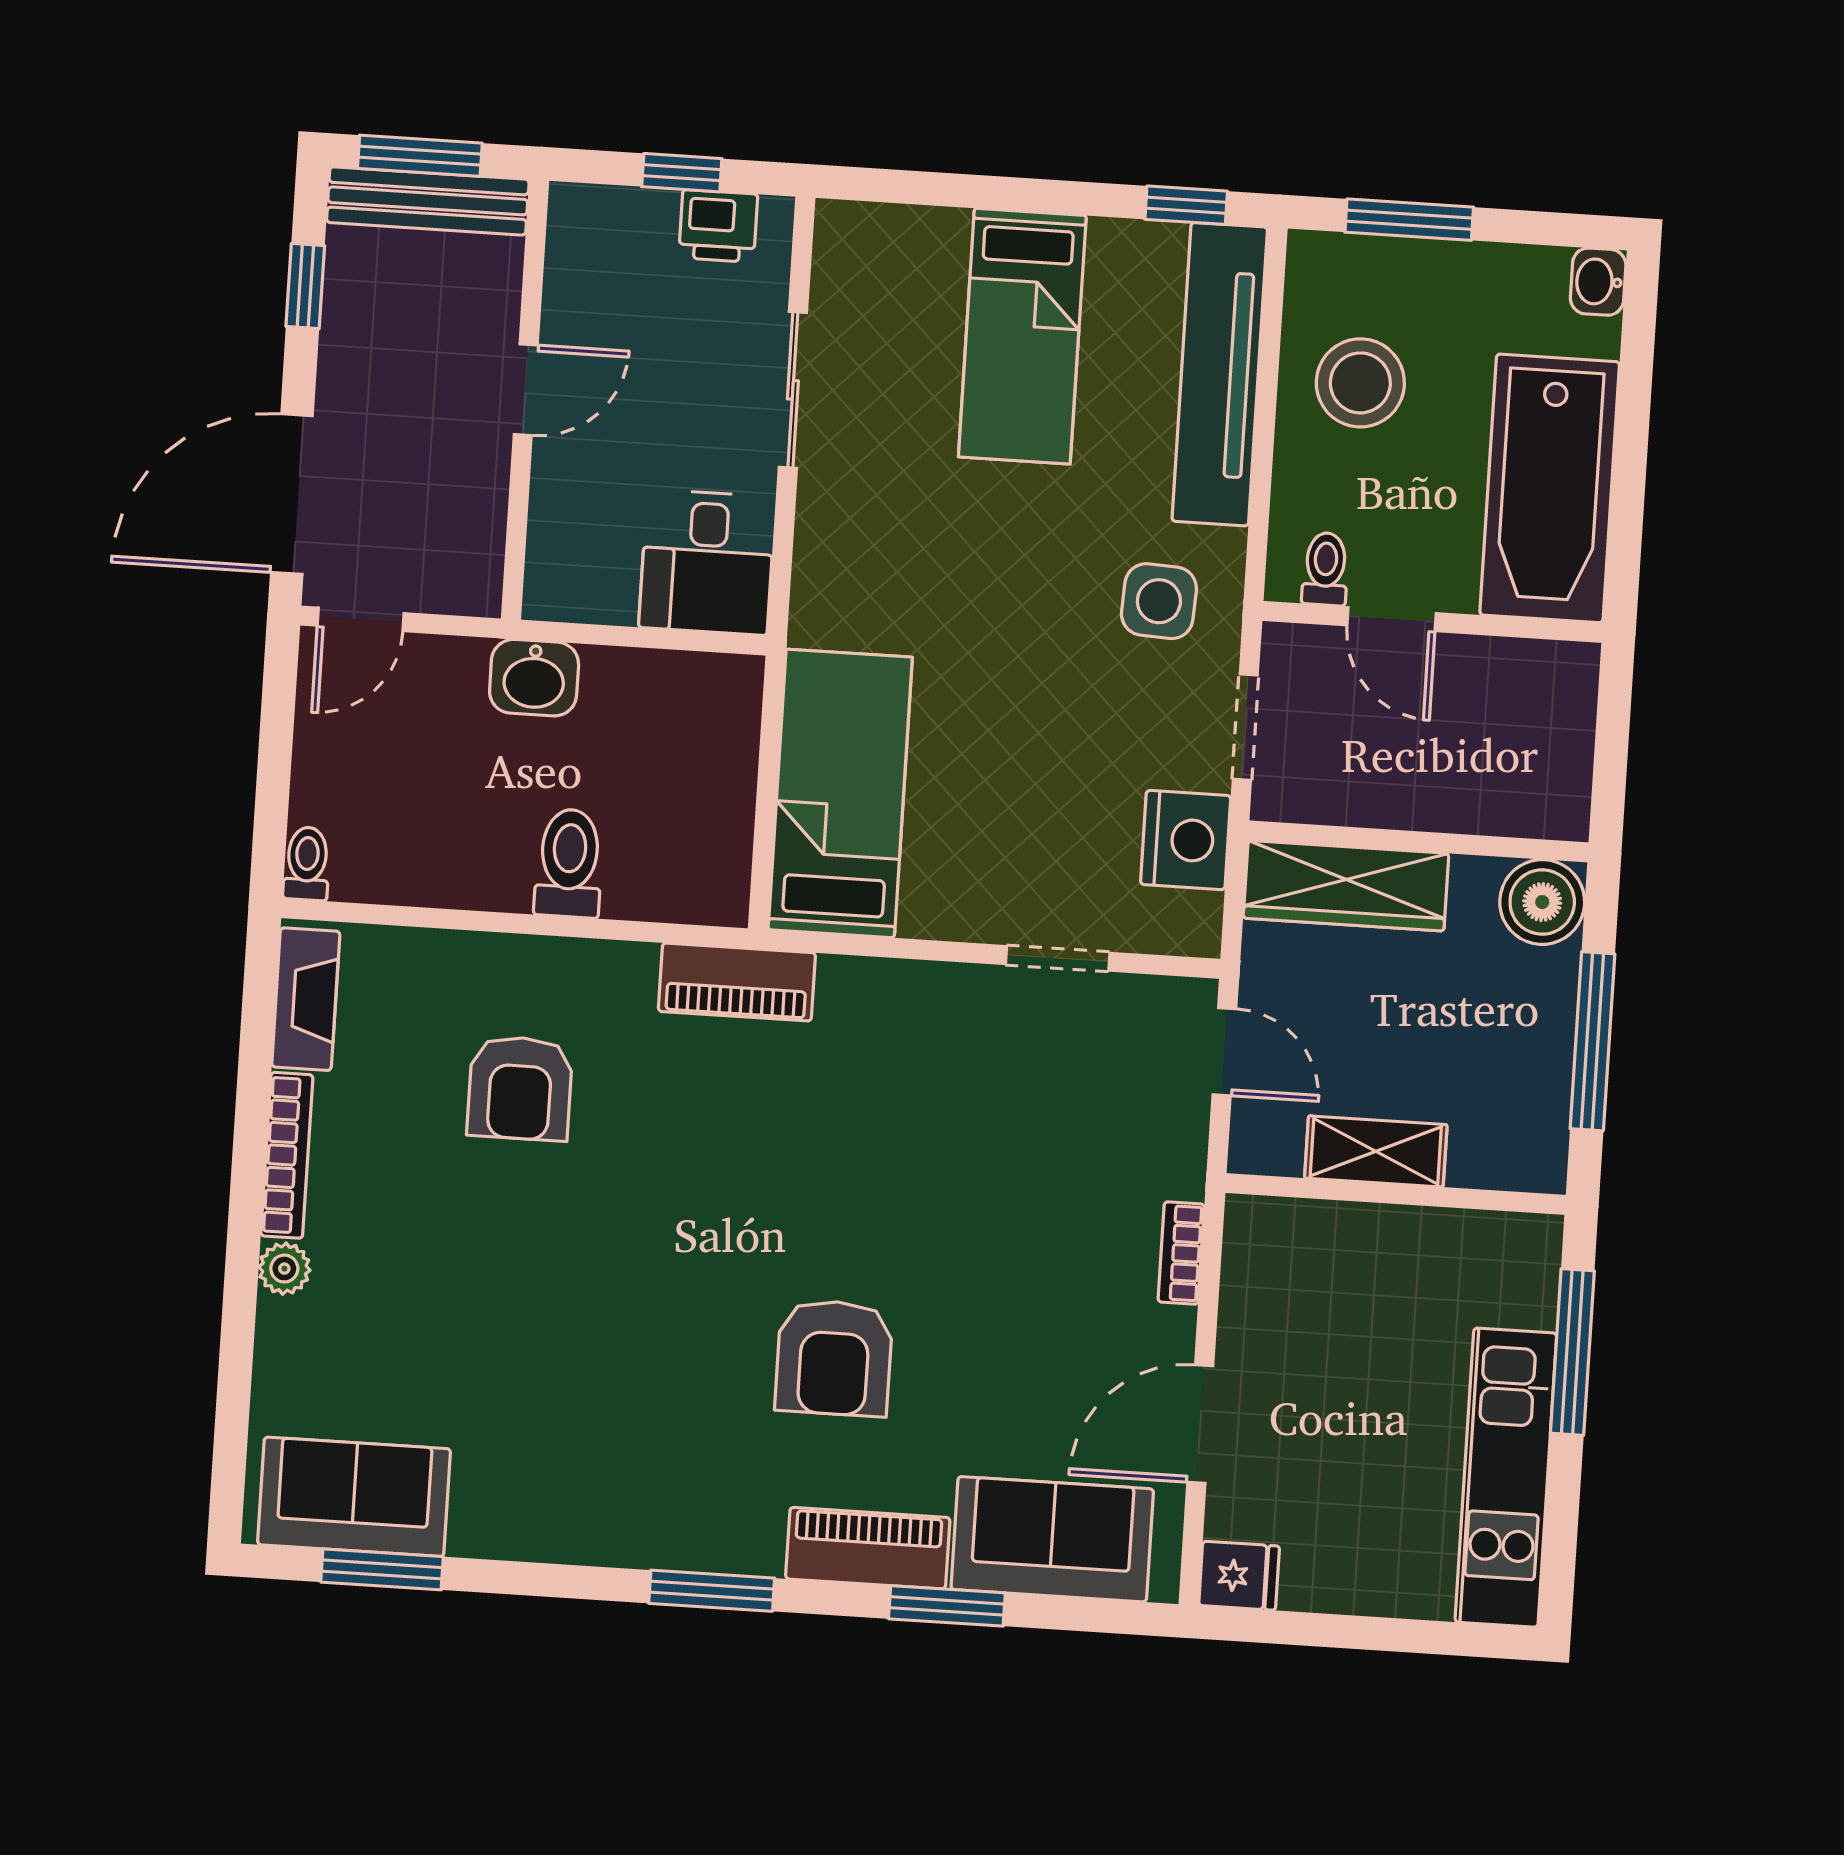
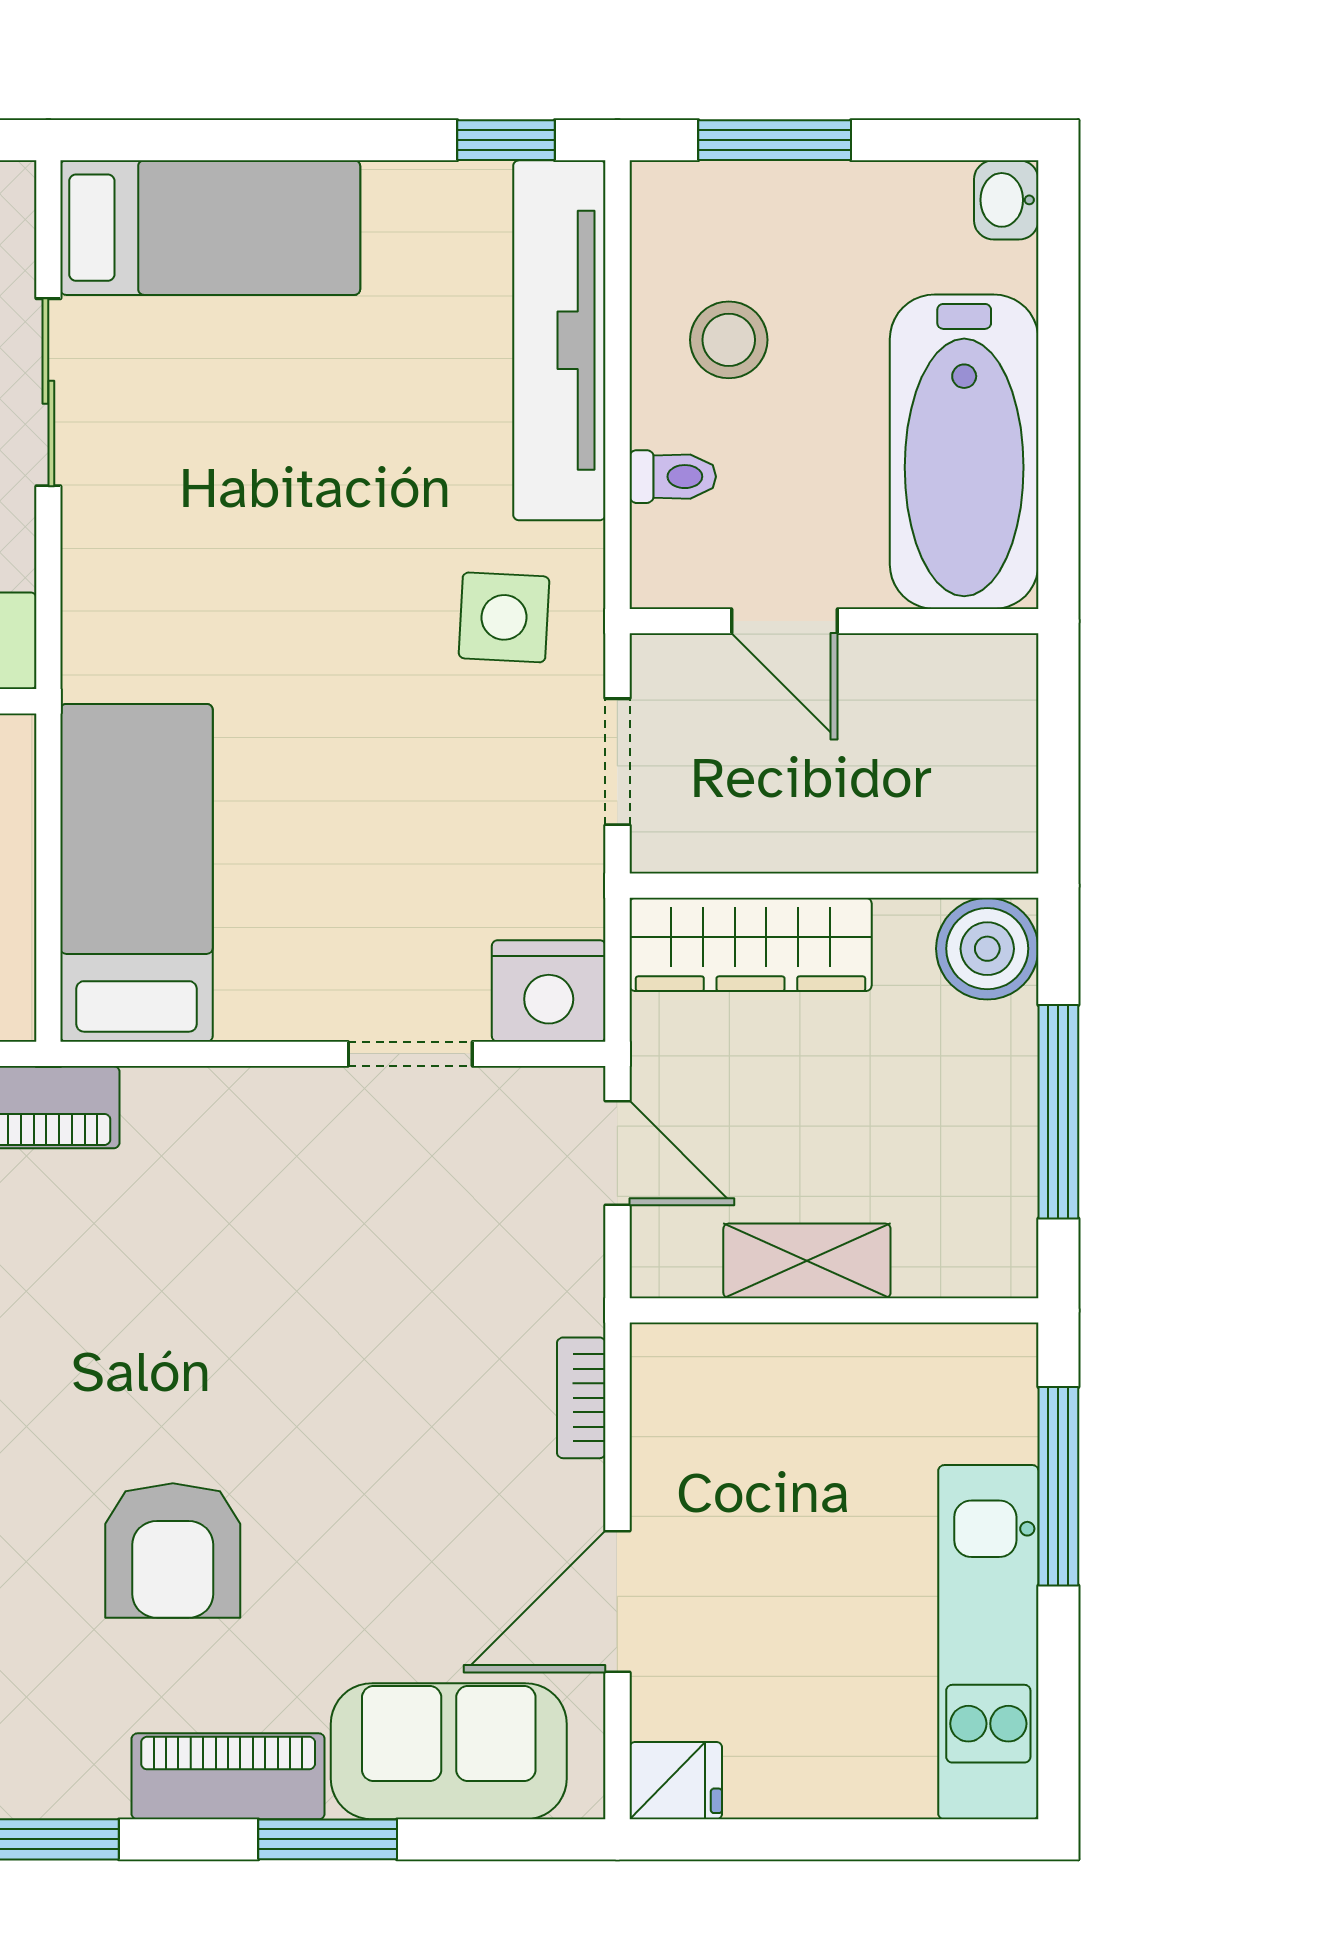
bed: (1022, 336) -> (210, 228), moved, turned -90
stool: (1360, 383) -> (729, 340), width x0.73, depth x0.73
toilet: (1325, 569) -> (673, 477), moved, turned 90
nightstand: (1186, 840) -> (549, 991), moved, turned 90

